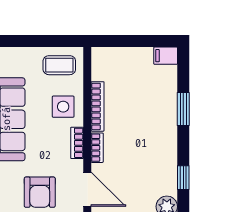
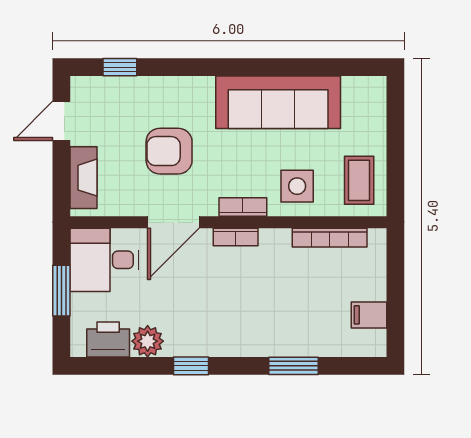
filing cabinet: (166, 56) -> (369, 315), moved, turned -90
bookcase: (98, 106) -> (330, 238), moved

